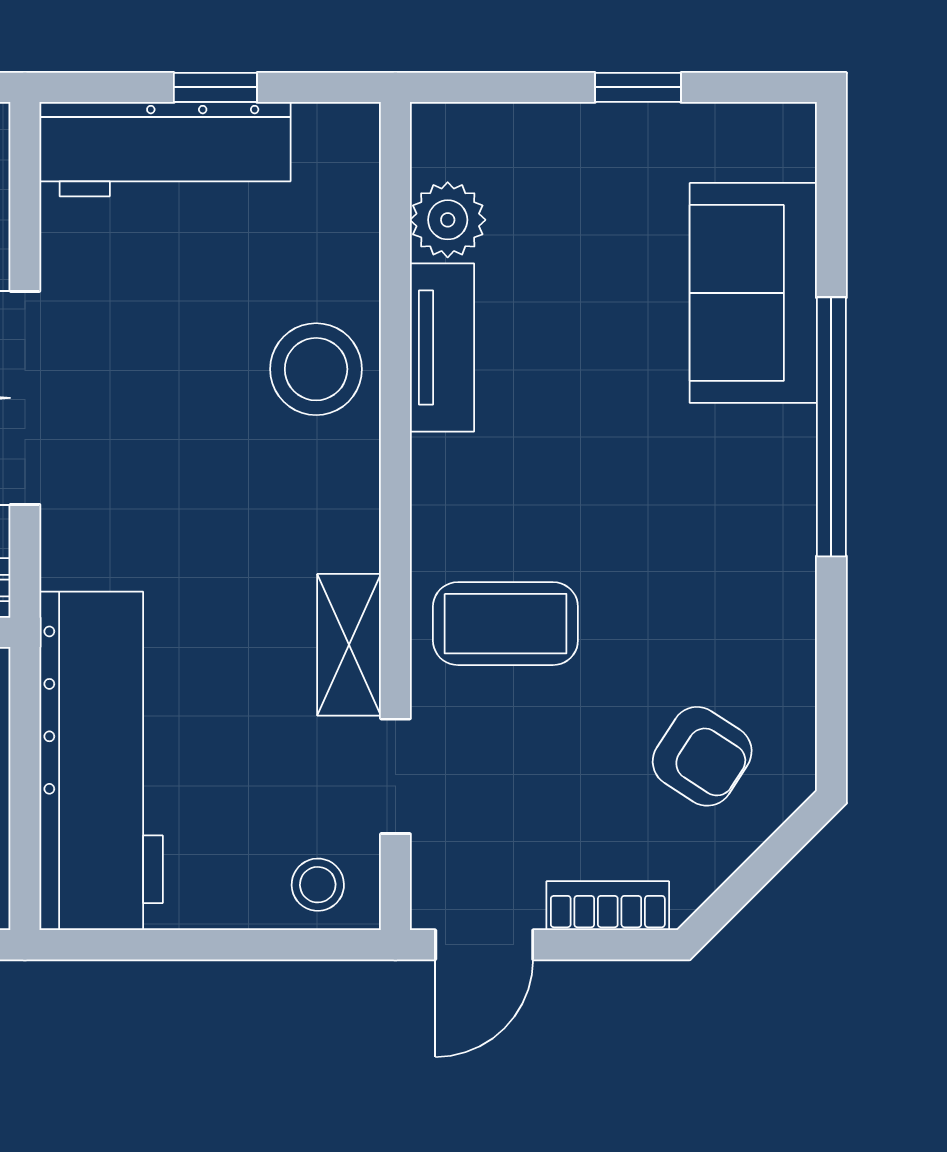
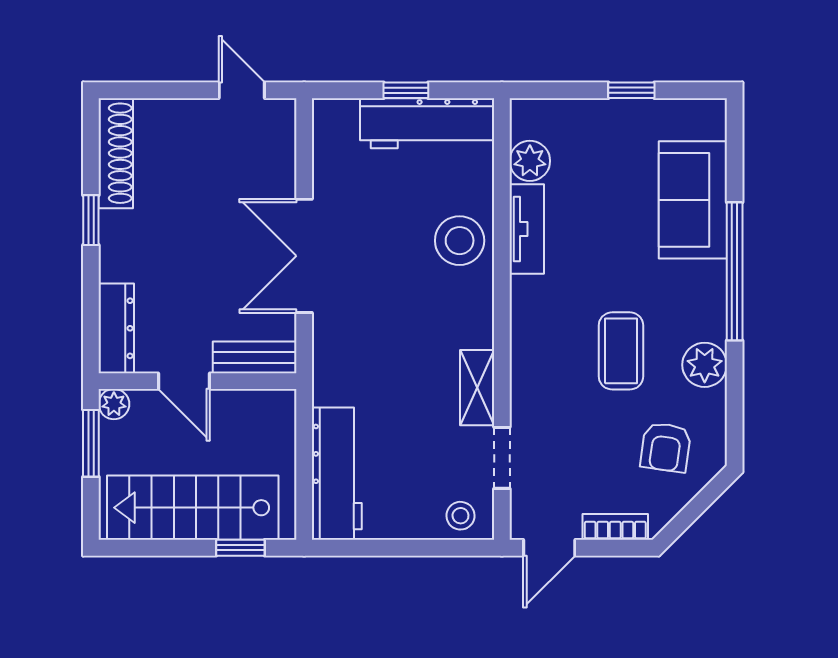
workbench: (165, 149) -> (427, 123), moved
plant: (775, 602) -> (705, 365), added
coffee table: (505, 624) -> (621, 351), moved, turned 90
armchair: (702, 756) -> (666, 447), turned 65
workbench: (101, 761) -> (337, 474), width x0.73, depth x0.76

